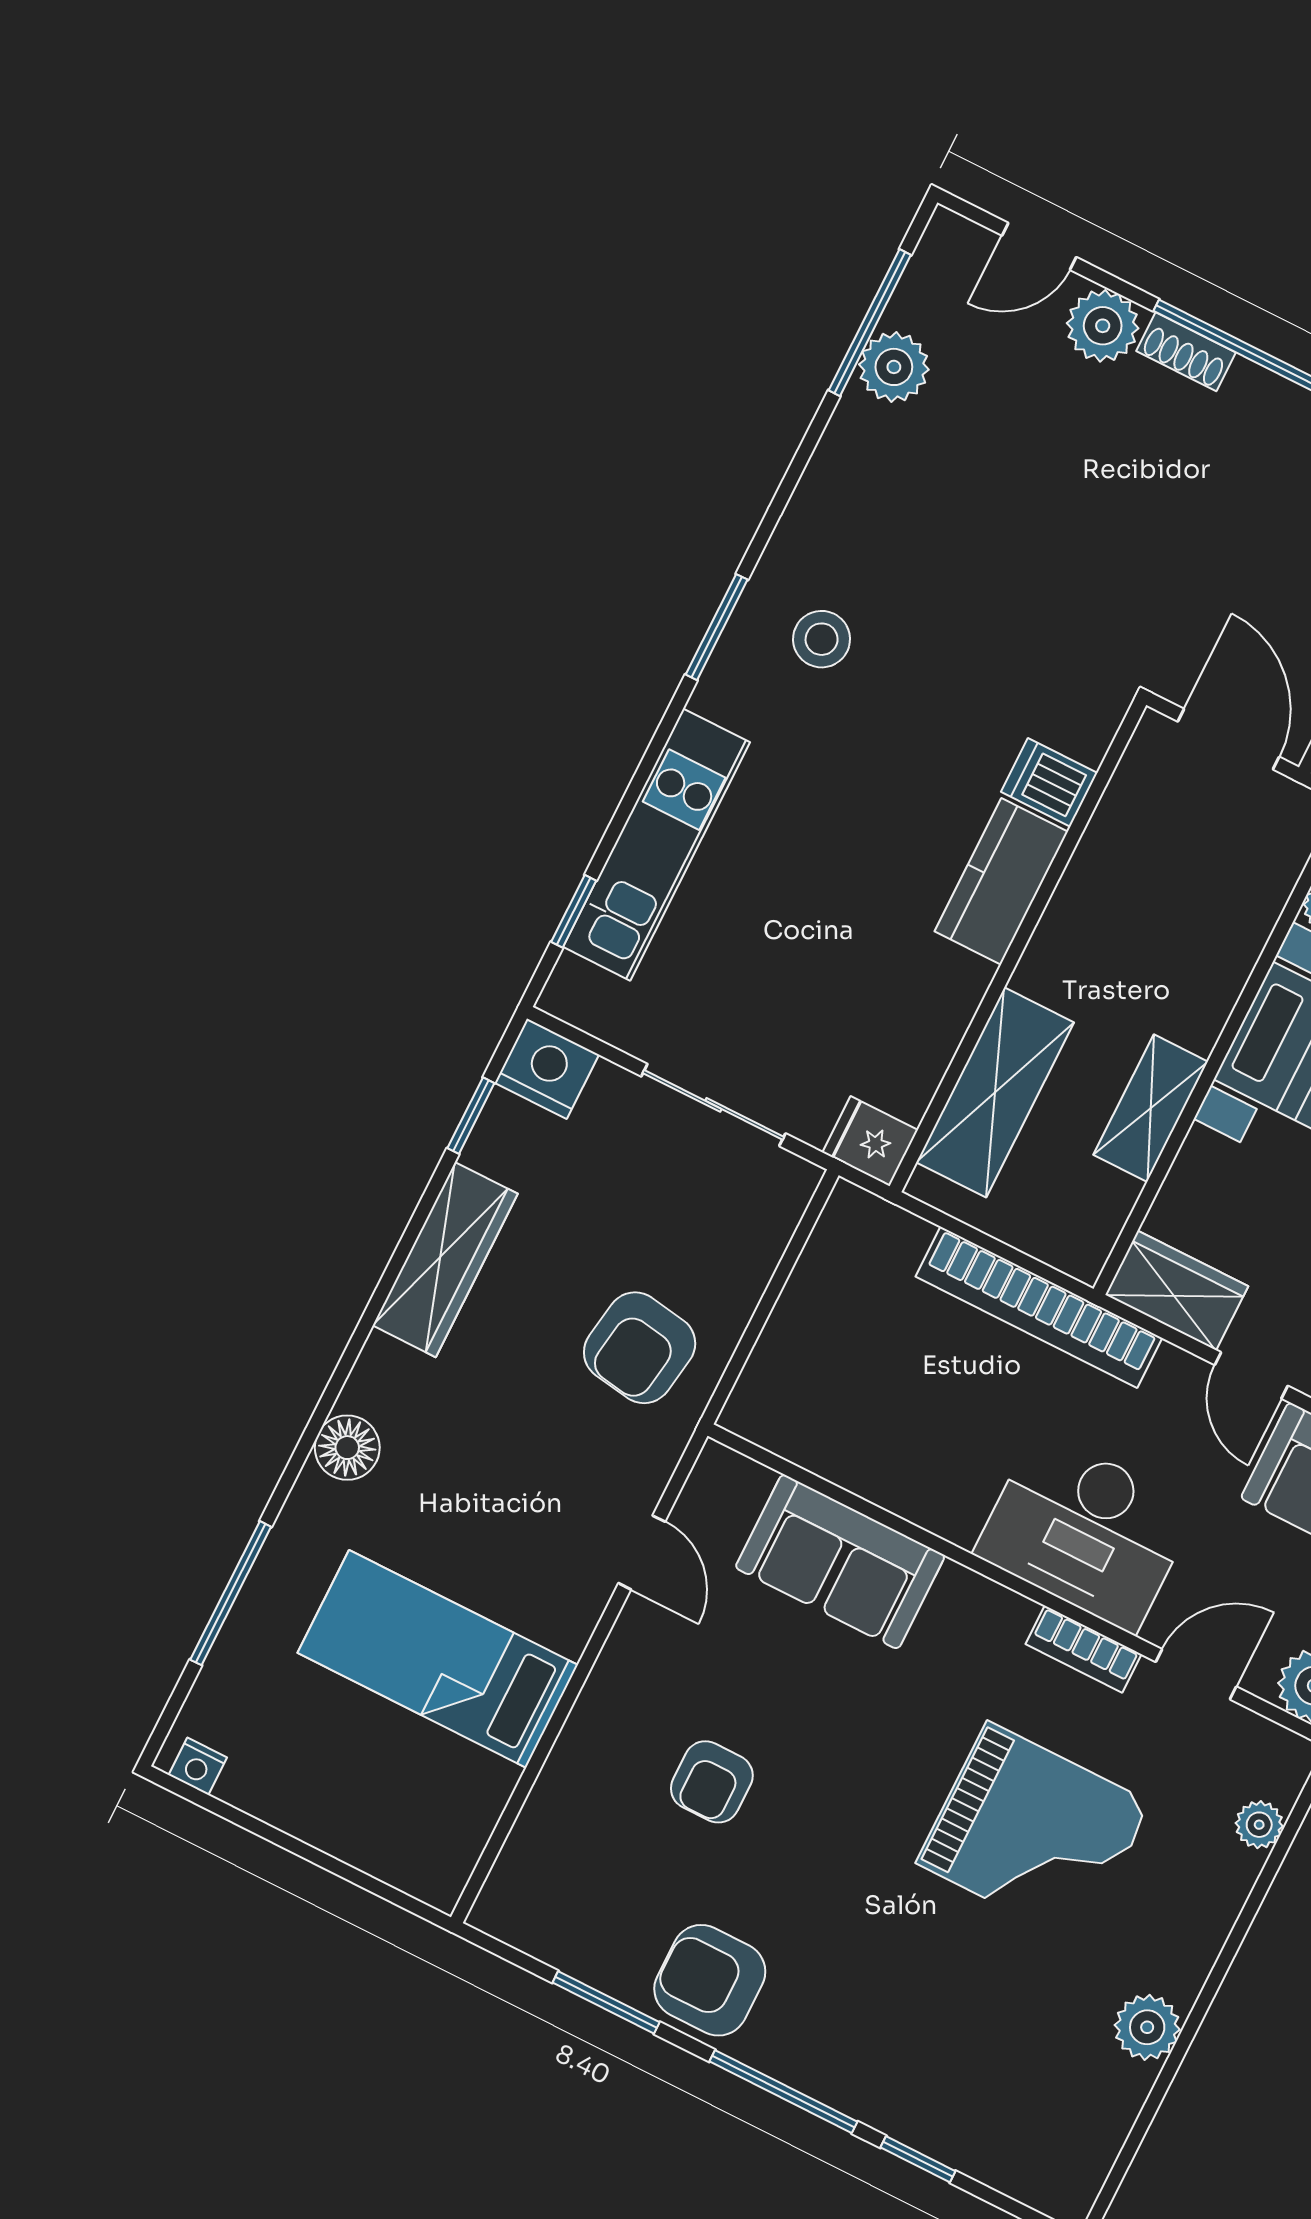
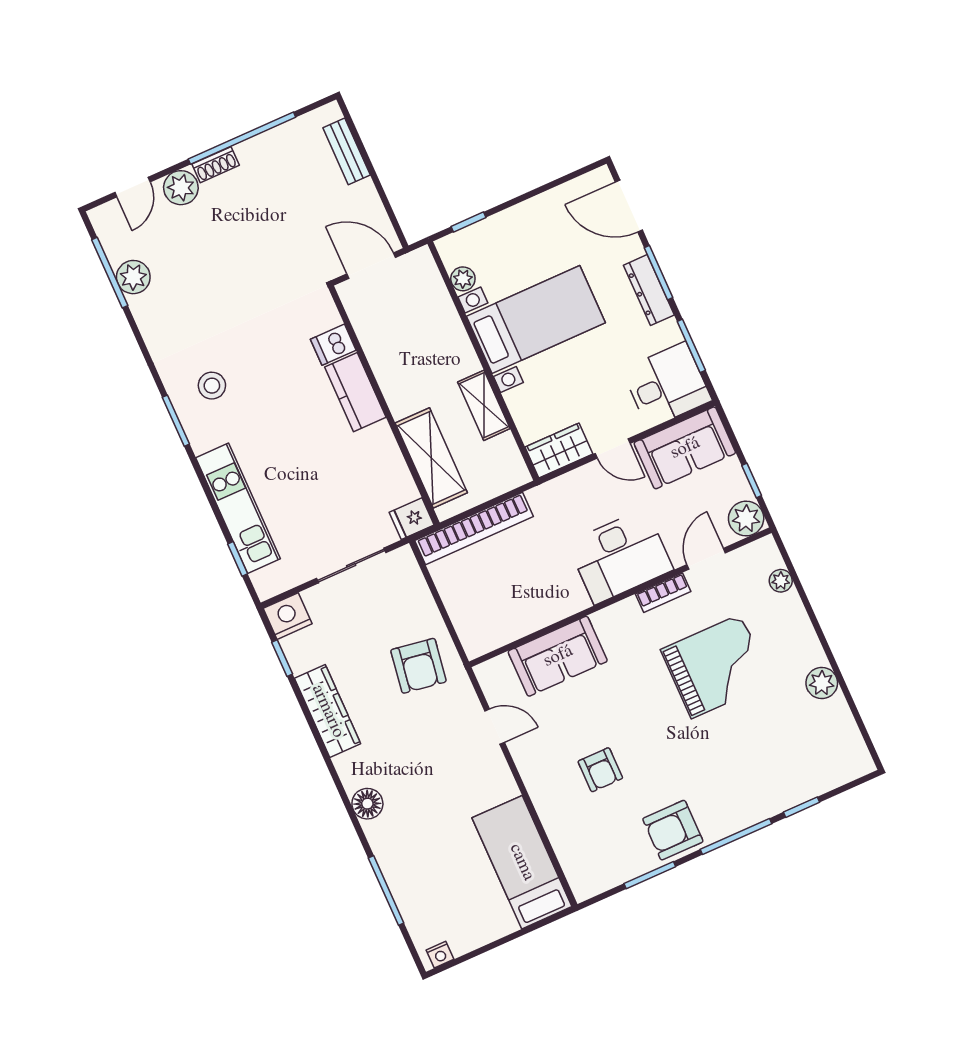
bookcase: (1039, 1307) -> (474, 529), moved
bed: (438, 1659) -> (522, 862), moved, turned 90

